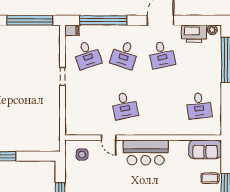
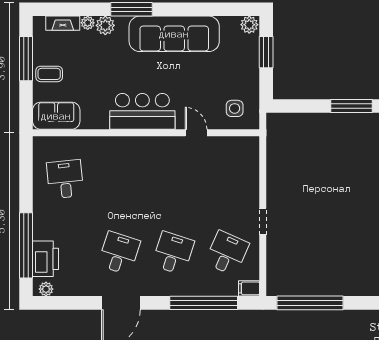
printer: (194, 34) -> (45, 259), moved, turned 90
desk: (87, 55) -> (227, 253), turned 42
desk: (162, 55) -> (119, 253), turned 30
desk: (124, 106) -> (173, 179), removed

